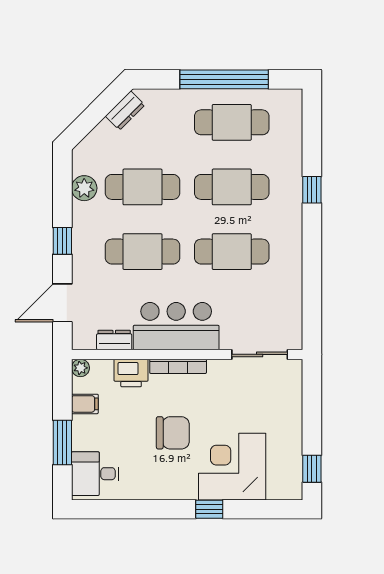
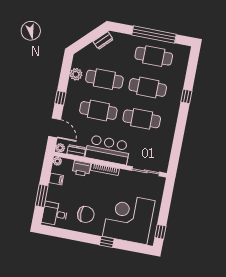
door: (62, 303) -> (55, 128), swing flipped
plant: (81, 341) -> (60, 148), added
chair: (173, 433) -> (86, 214), moved
corner desk: (232, 467) -> (129, 218), width x1.36, depth x1.36

